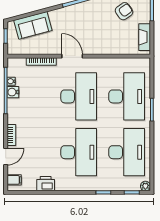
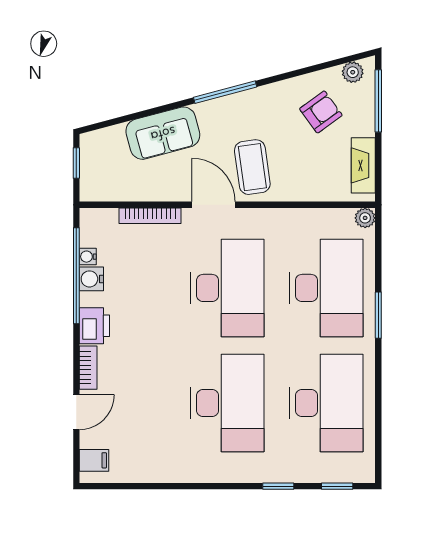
sofa: (33, 25) -> (163, 133), moved
coffee table: (91, 38) -> (252, 167), added
printer: (46, 184) -> (94, 326), moved, turned 90
plant: (145, 186) -> (365, 218), moved

